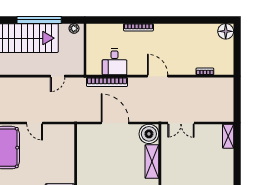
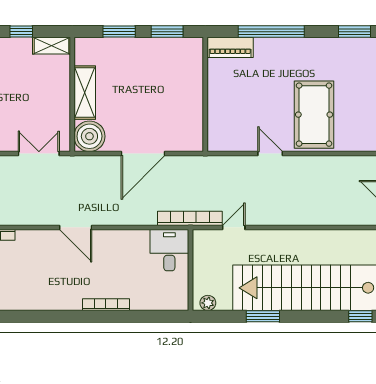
window: (39, 20) -> (263, 316), width x0.47
desk: (115, 62) -> (169, 250), moved
bookcase: (107, 82) -> (190, 218), moved
door: (115, 123) -> (143, 154), hinge flipped

